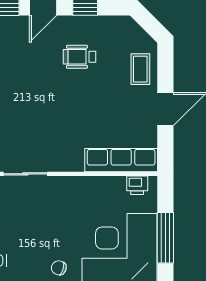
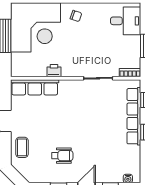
printer: (137, 185) -> (54, 71), moved

